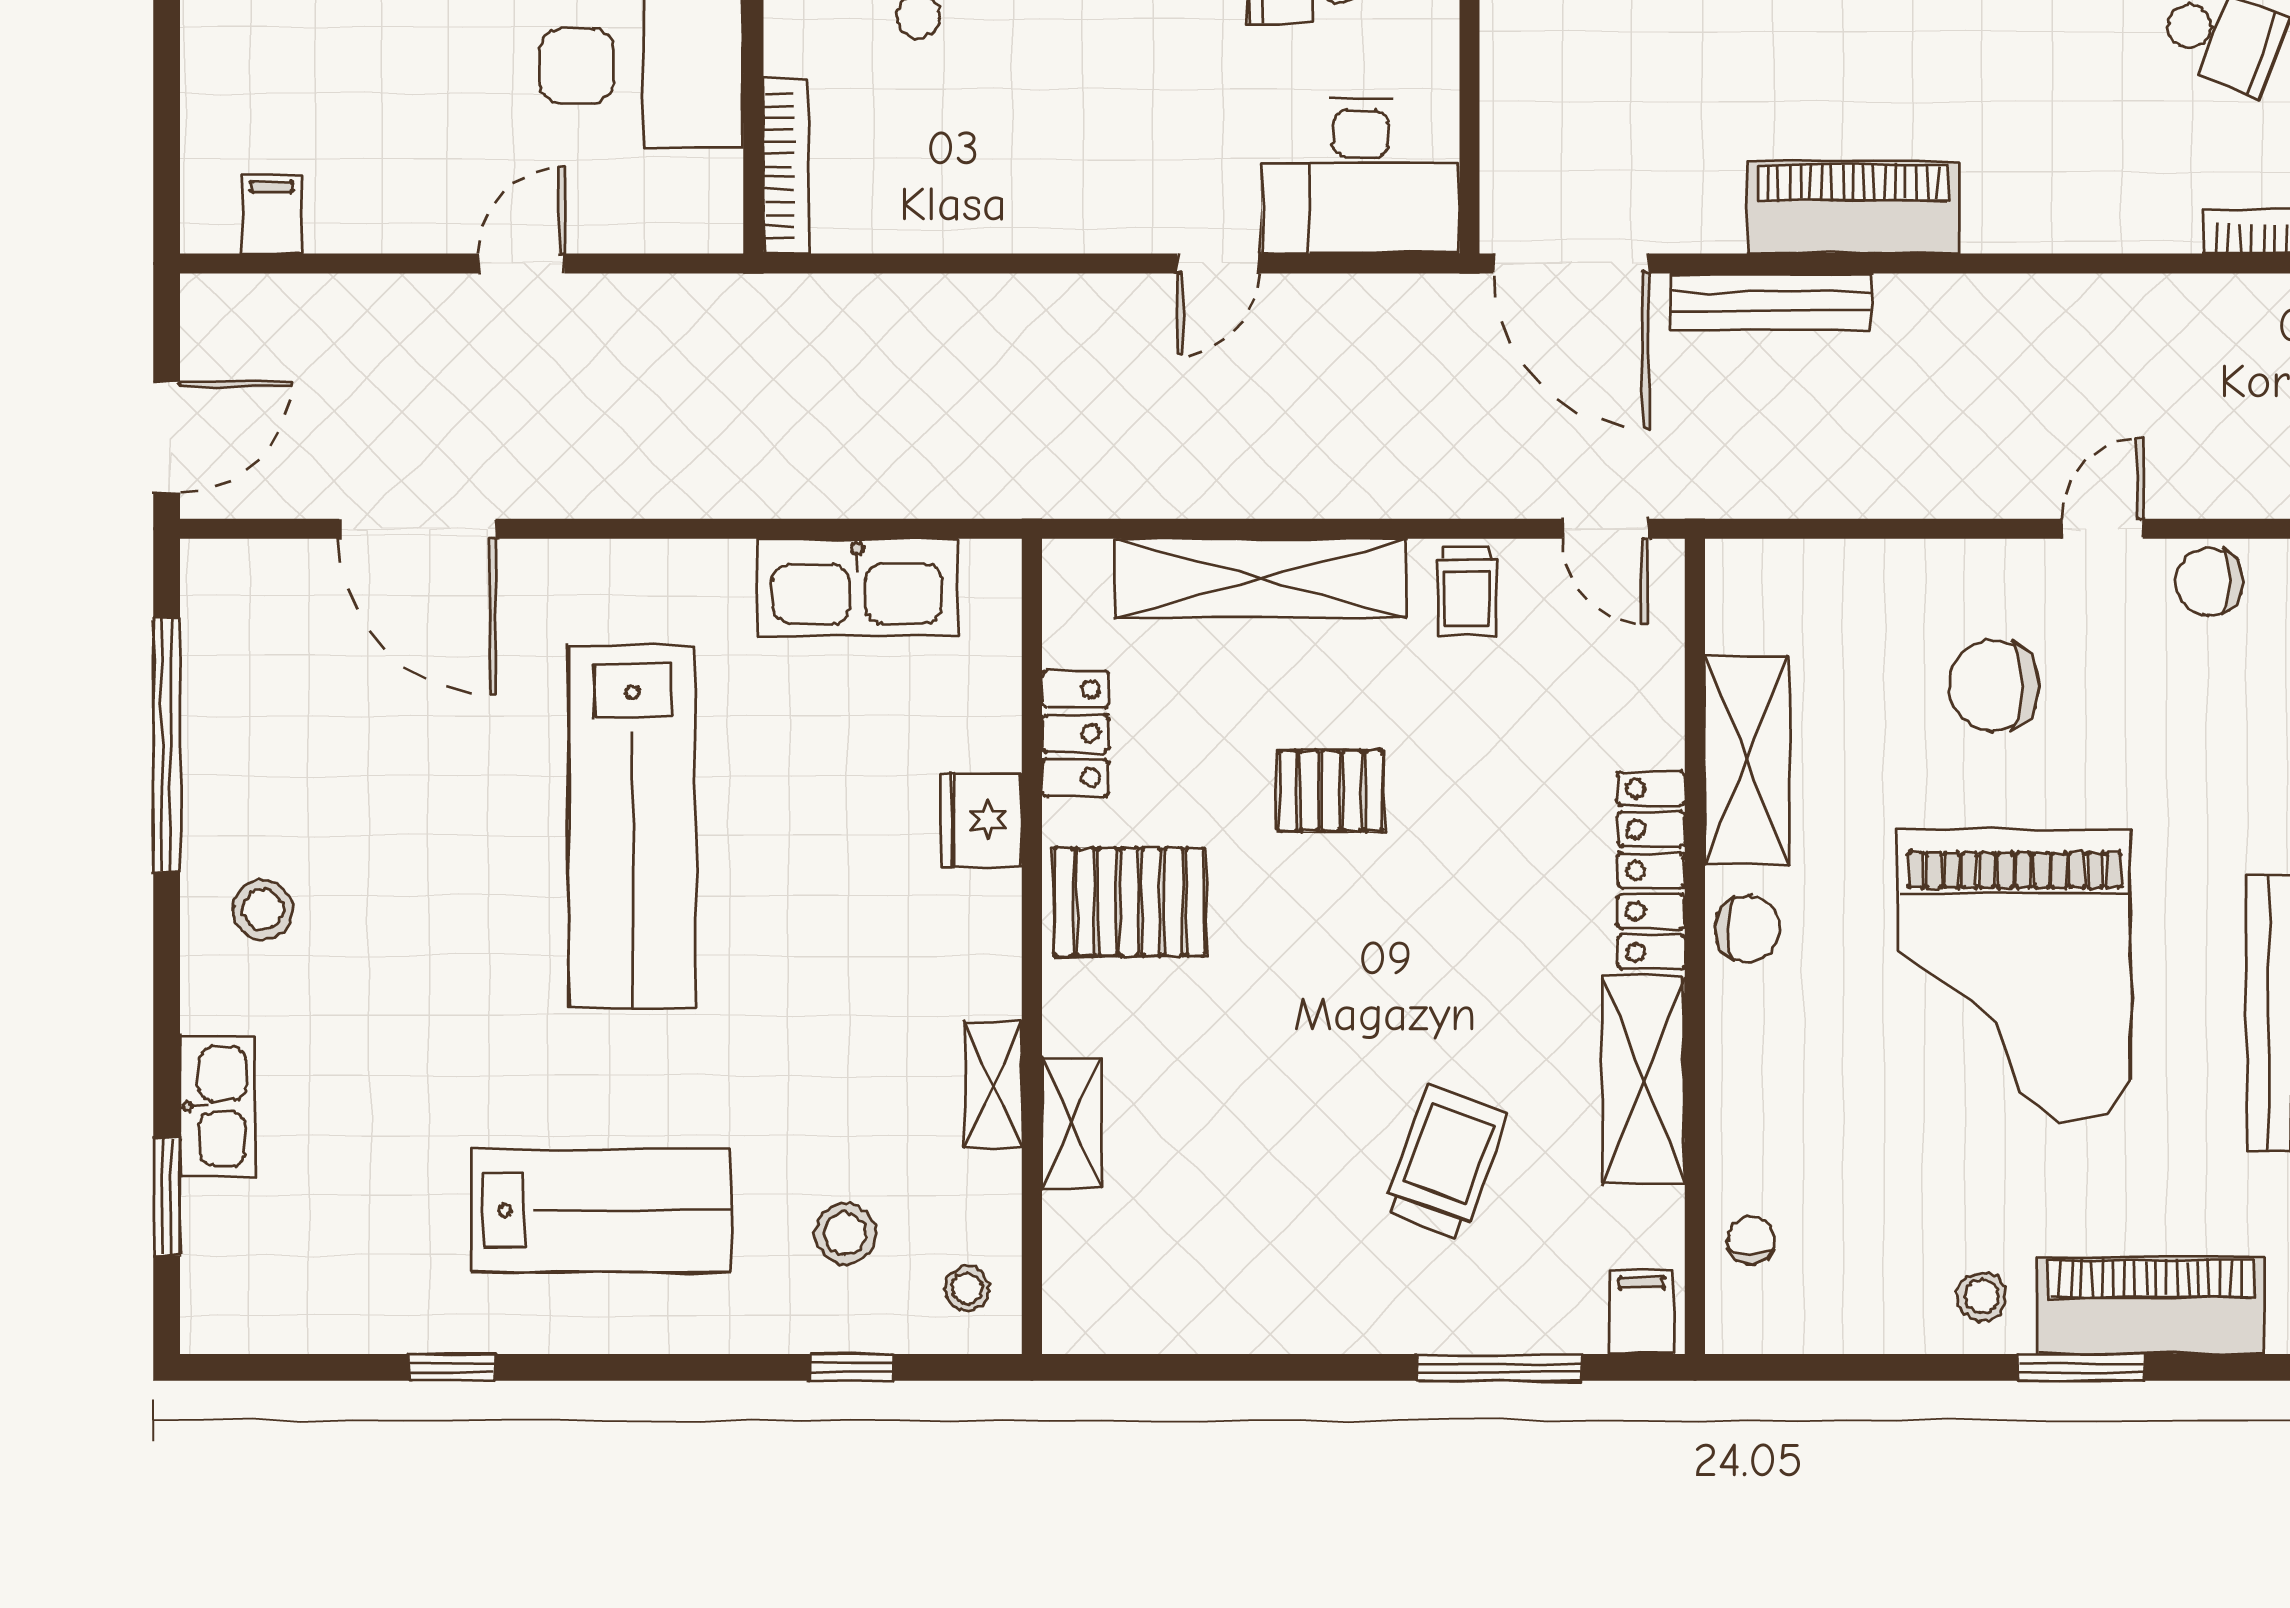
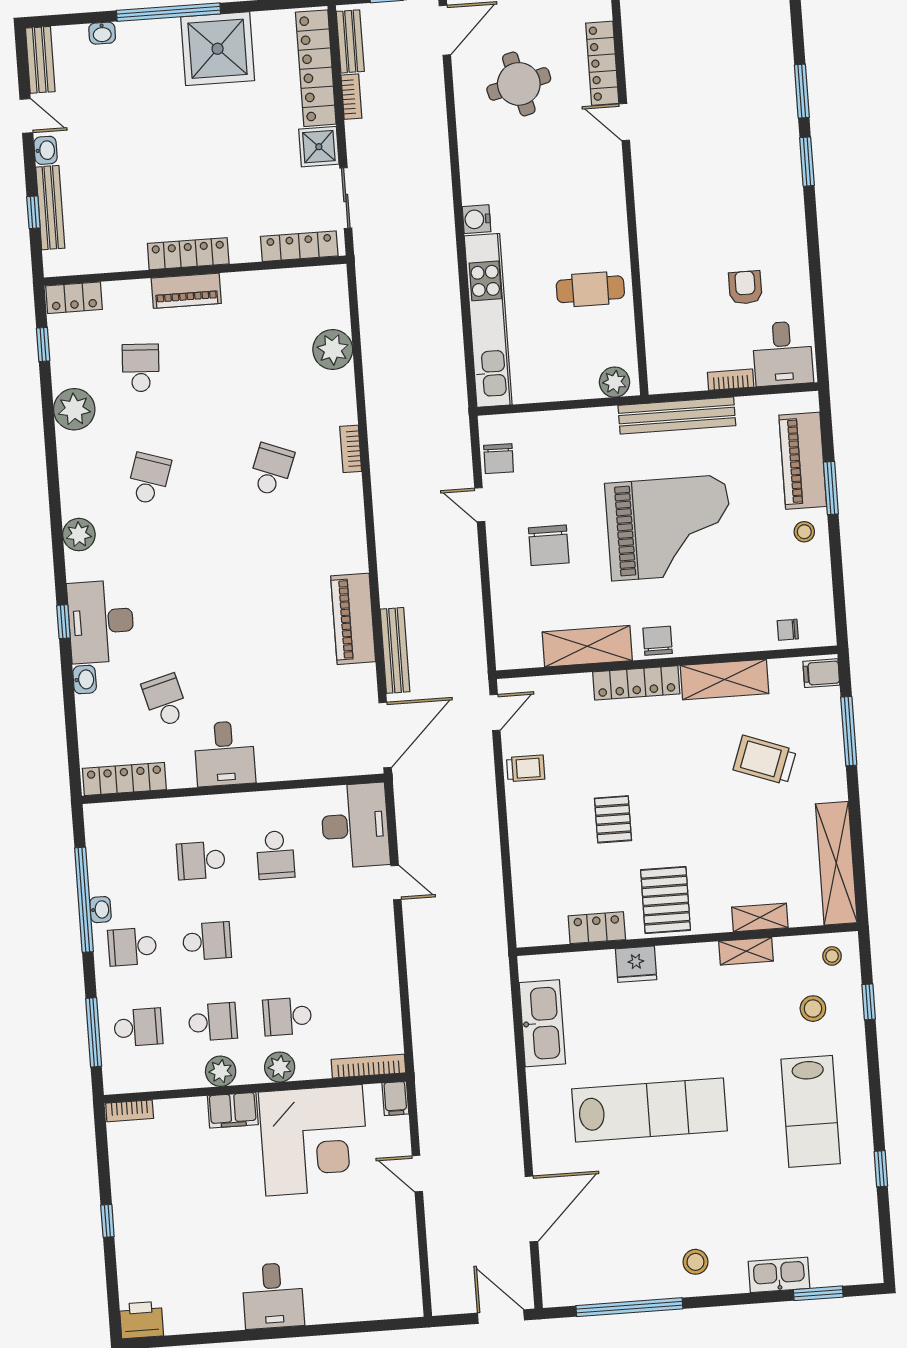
filing cabinet: (272, 214) -> (395, 1098), moved, turned -90
shelving: (1261, 578) -> (836, 863), moved
lab bench: (601, 1210) -> (811, 1111), turned 180

